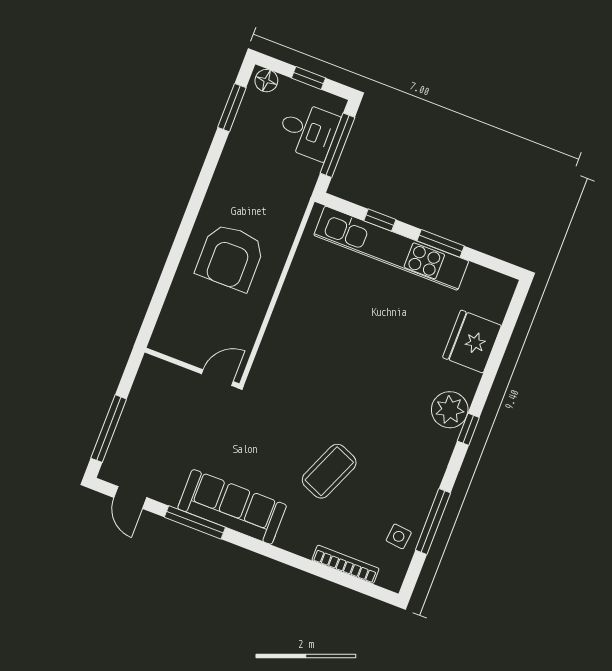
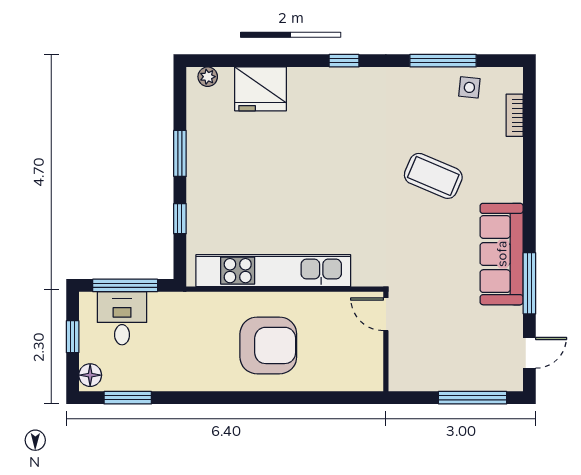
kitchen unit: (391, 248) -> (273, 271), moved, turned -90
plant: (450, 410) -> (208, 77), moved, width x0.53, depth x0.53
bookcase: (345, 564) -> (515, 115), width x0.64

